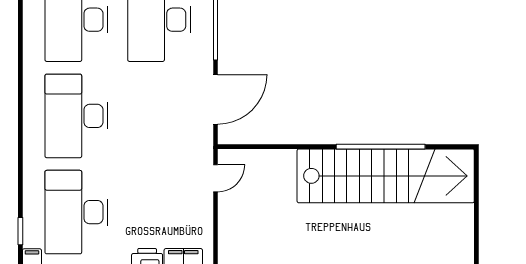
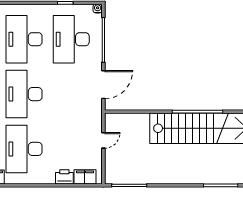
door: (215, 178) -> (103, 140), moved

